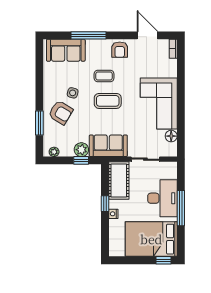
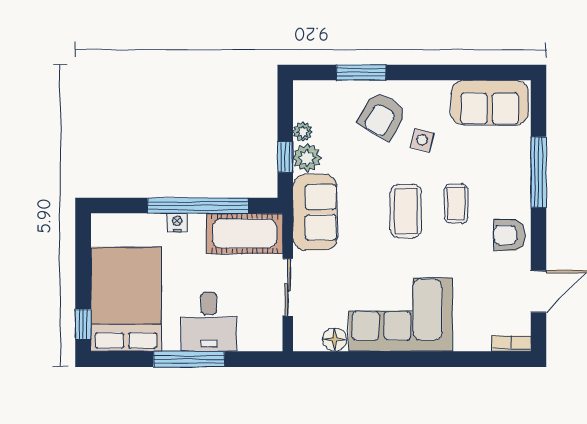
sofa: (66, 50) -> (490, 103), moved, turned -90
plant: (54, 152) -> (303, 132), moved
desk: (162, 198) -> (209, 322), width x0.73
window: (105, 204) -> (198, 206), width x3.17

